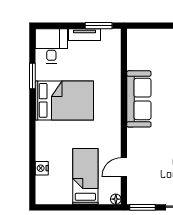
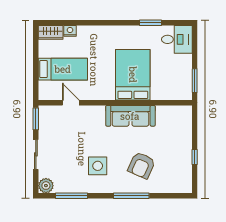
tv unit: (85, 35) -> (187, 68), removed
bed: (64, 100) -> (133, 75), moved, turned 180
wardrobe: (43, 190) -> (51, 32), added
floor lamp: (116, 199) -> (43, 96), removed

